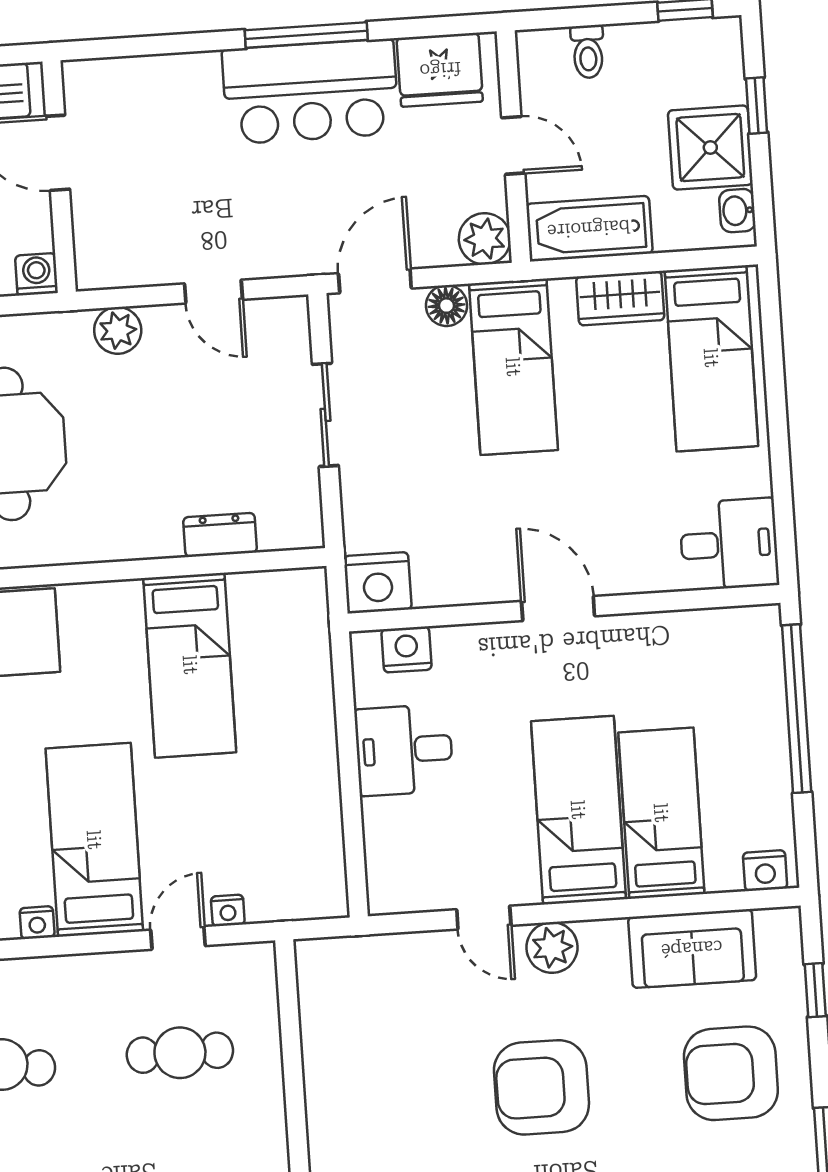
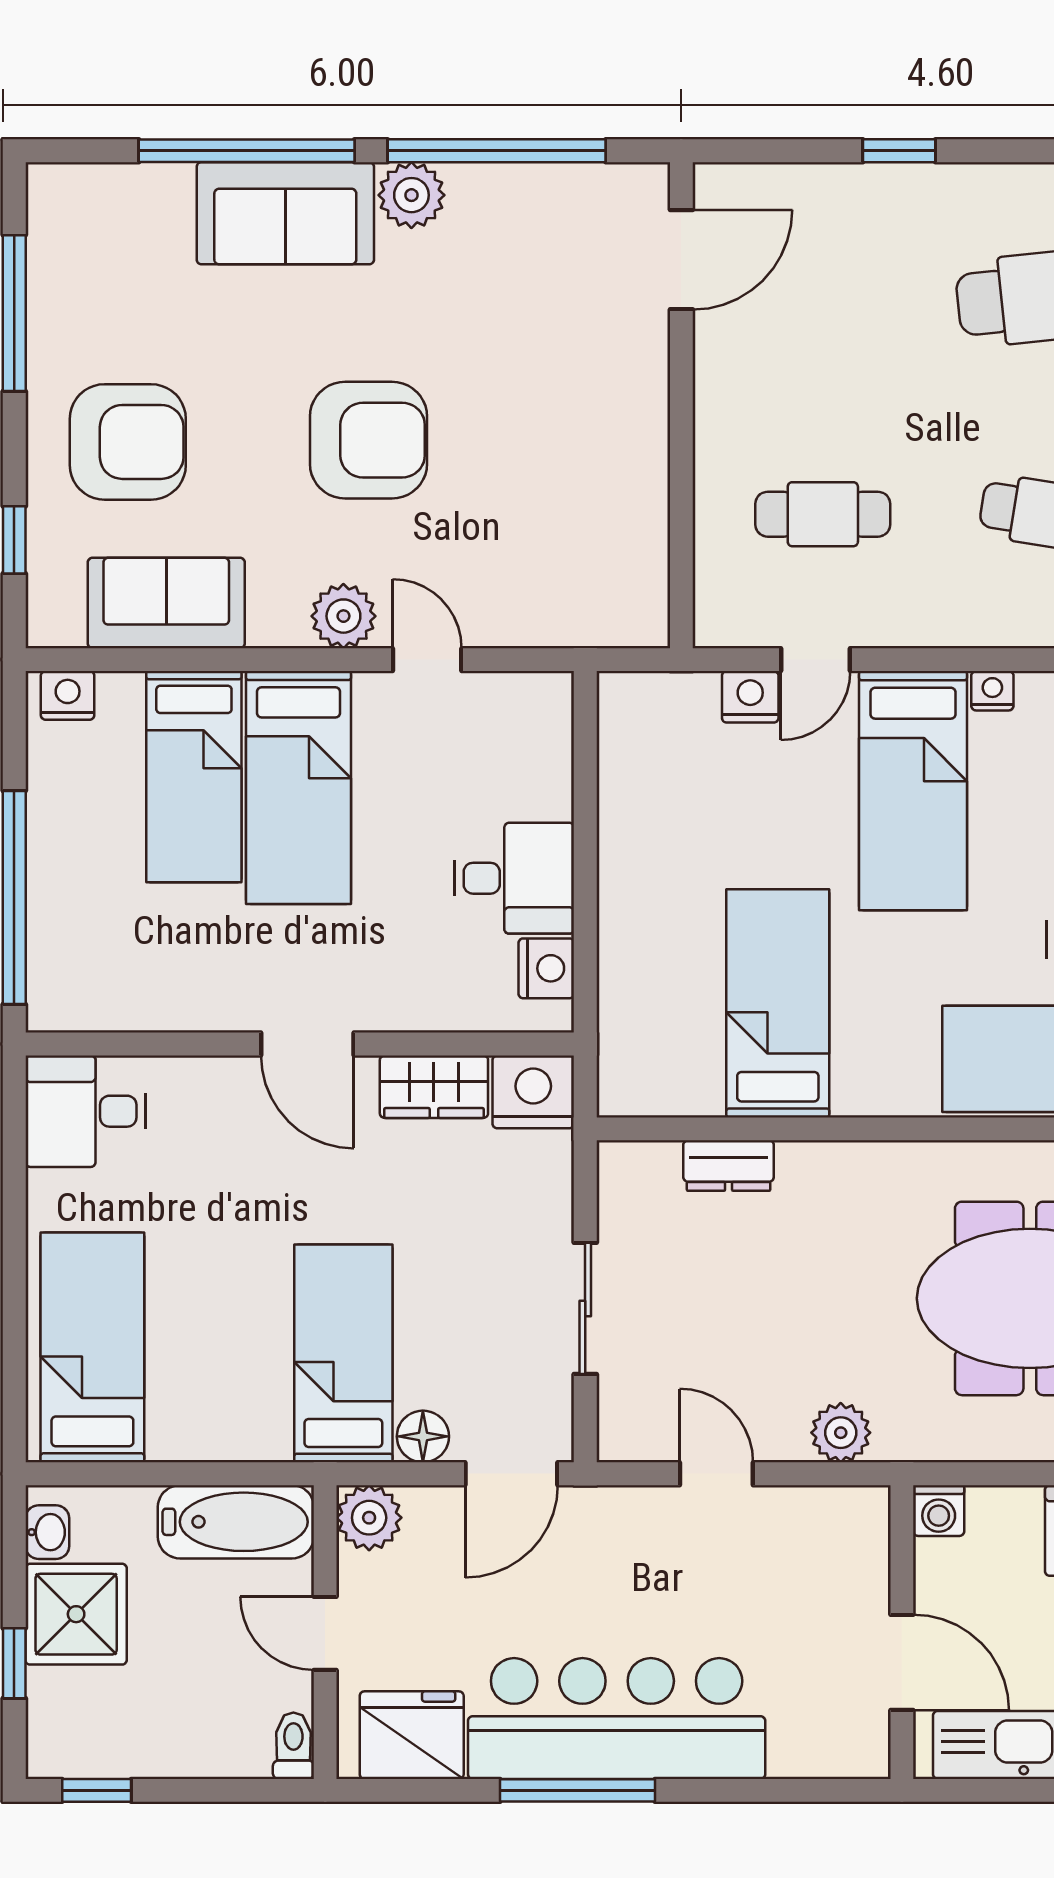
toilet: (588, 52) -> (293, 1746), moved
bar counter: (310, 92) -> (617, 1719), width x1.36
wardrobe: (620, 298) -> (434, 1087), moved, turned 180
nightstand: (406, 649) -> (546, 968), moved, turned -90
nightstand: (228, 910) -> (750, 697), width x1.39, depth x1.35

